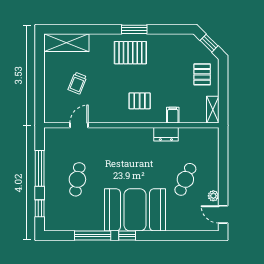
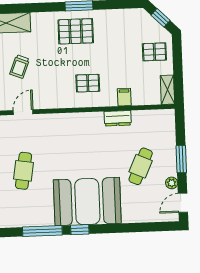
pallet: (202, 74) -> (154, 52), turned 90
window: (223, 174) -> (181, 159), added
door: (223, 214) -> (183, 203), hinge flipped

